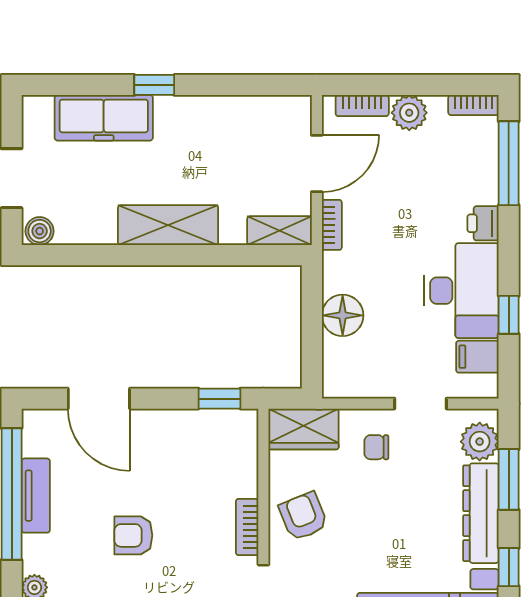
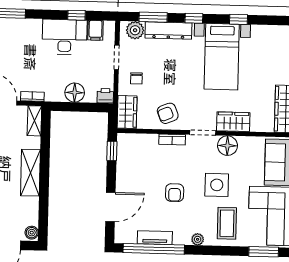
printer: (483, 223) -> (105, 96), moved, turned 180

